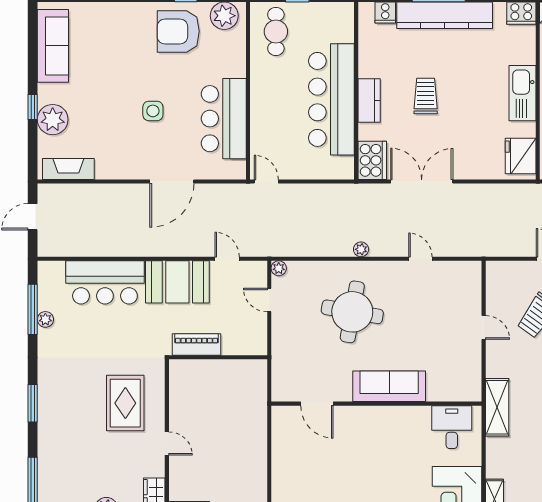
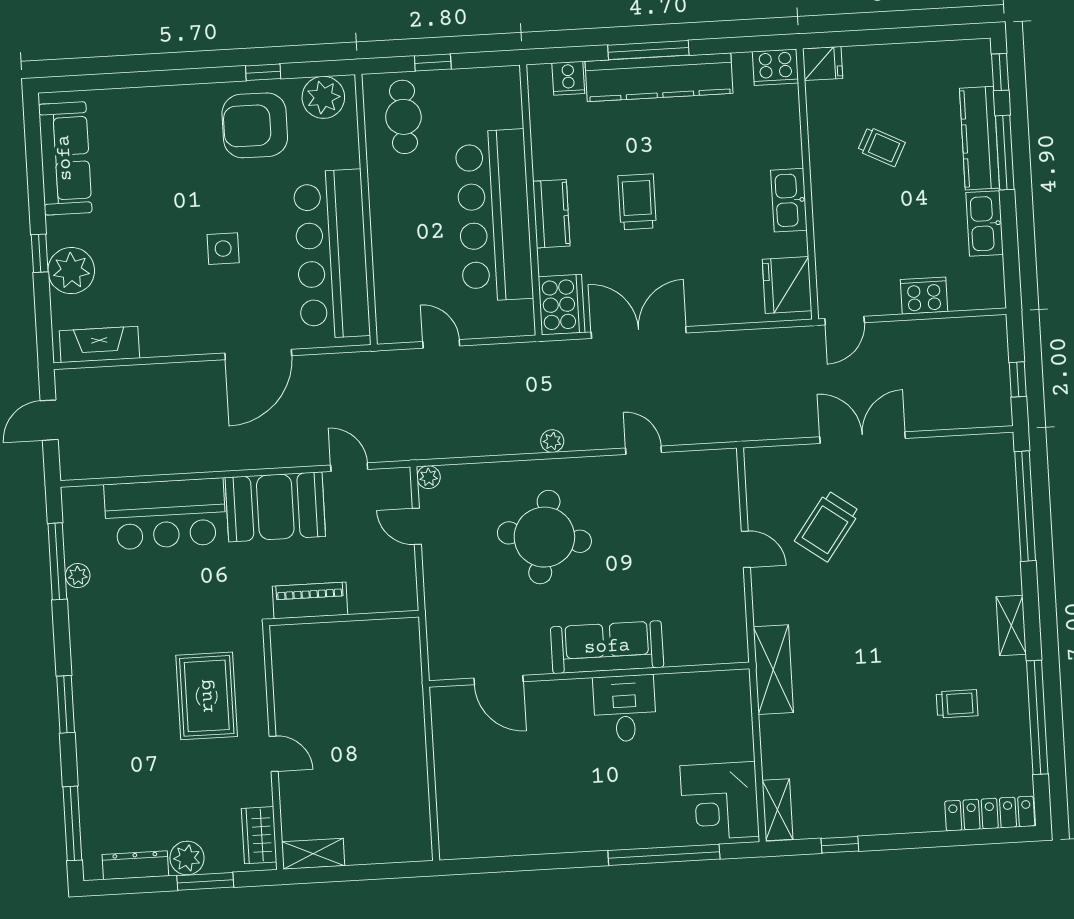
kitchen sink: (522, 93) -> (789, 200), width x0.73, depth x0.81
bar counter: (224, 119) -> (332, 254), width x1.36
door: (266, 182) -> (441, 344), moved
desk: (452, 427) -> (625, 708), moved

